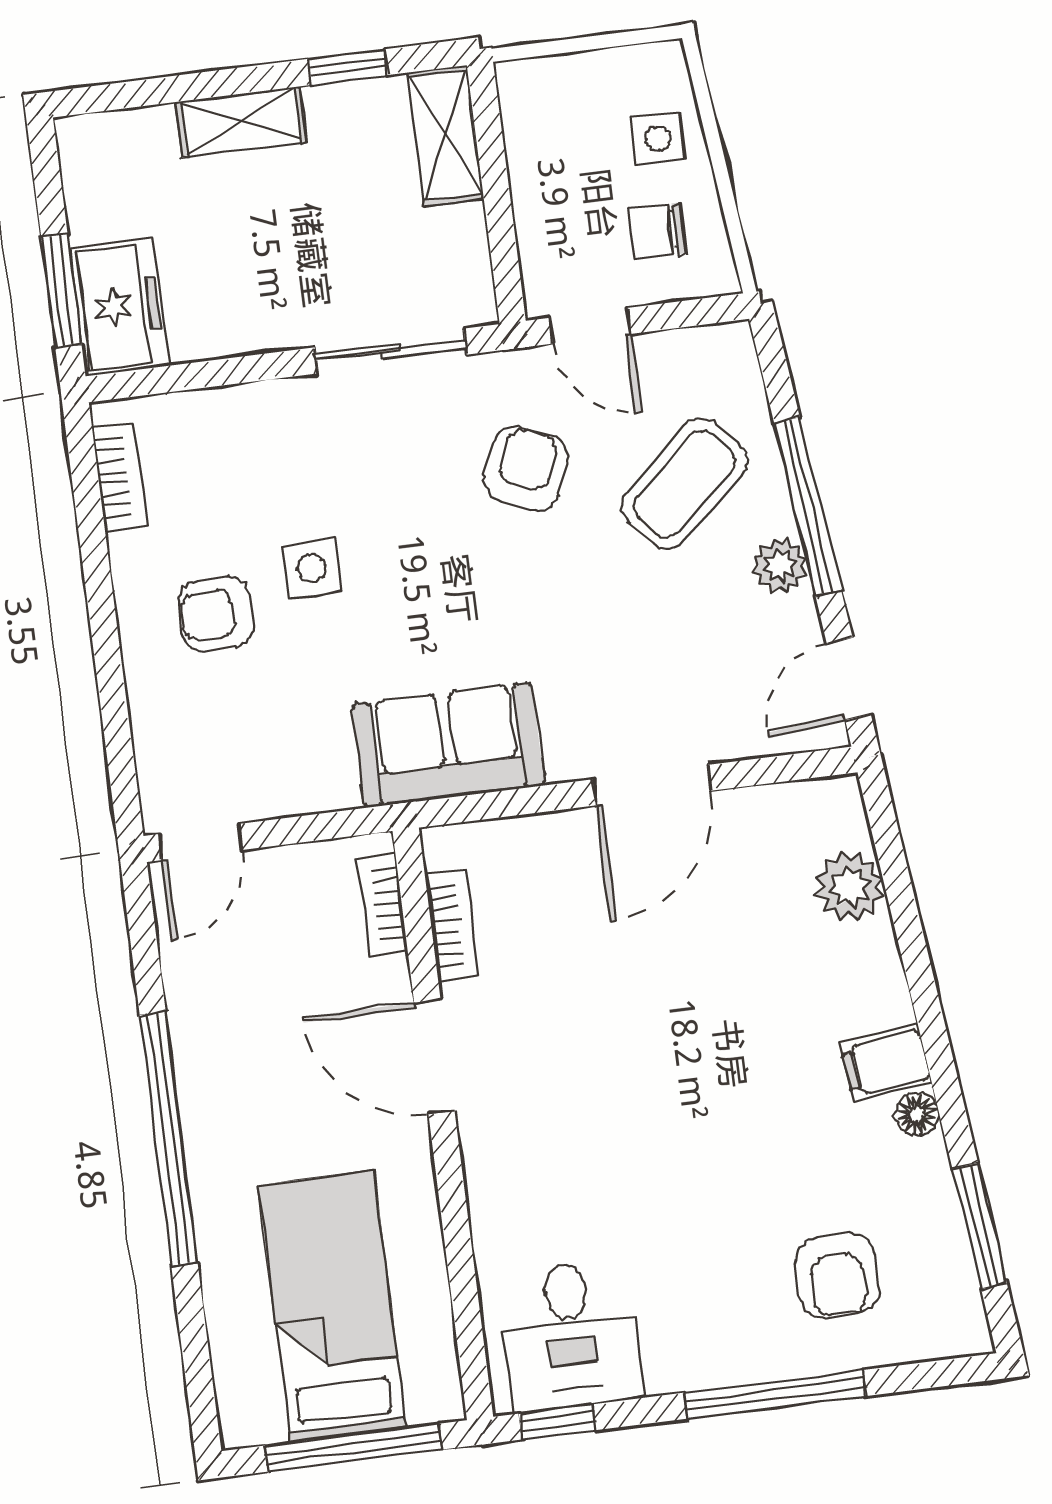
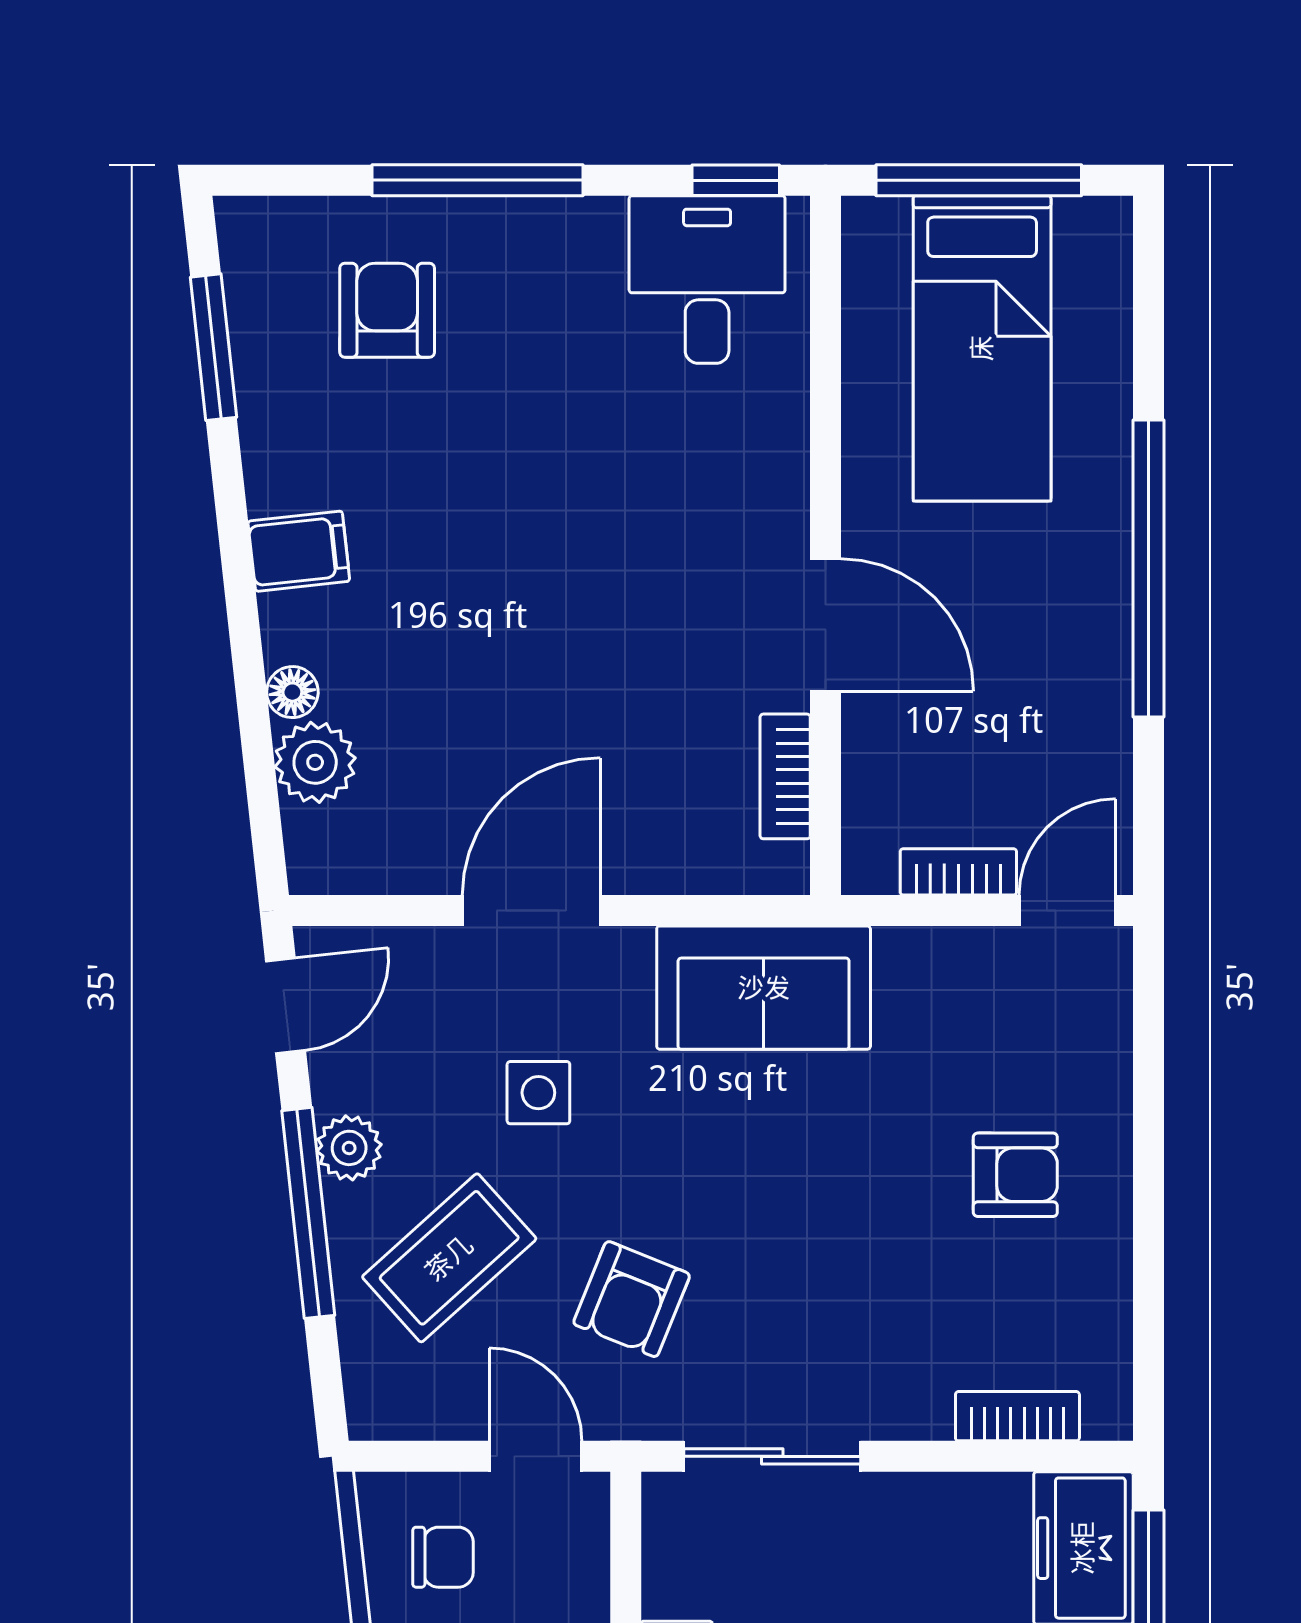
bookcase: (119, 477) -> (1017, 1416), moved, turned 90
side table: (312, 568) -> (538, 1093), moved
bookcase: (382, 905) -> (958, 872), moved, turned -90
floor lamp: (917, 1114) -> (292, 692), moved

